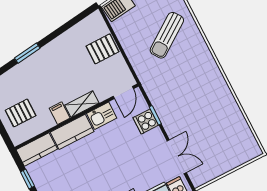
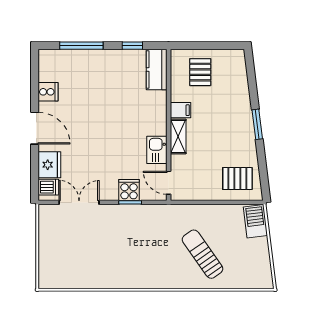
pallet: (103, 49) -> (237, 179), moved, turned 90
window: (27, 53) -> (257, 124), moved
kitchen counter: (72, 132) -> (156, 113), removed
double door: (177, 157) -> (79, 202), swing flipped

